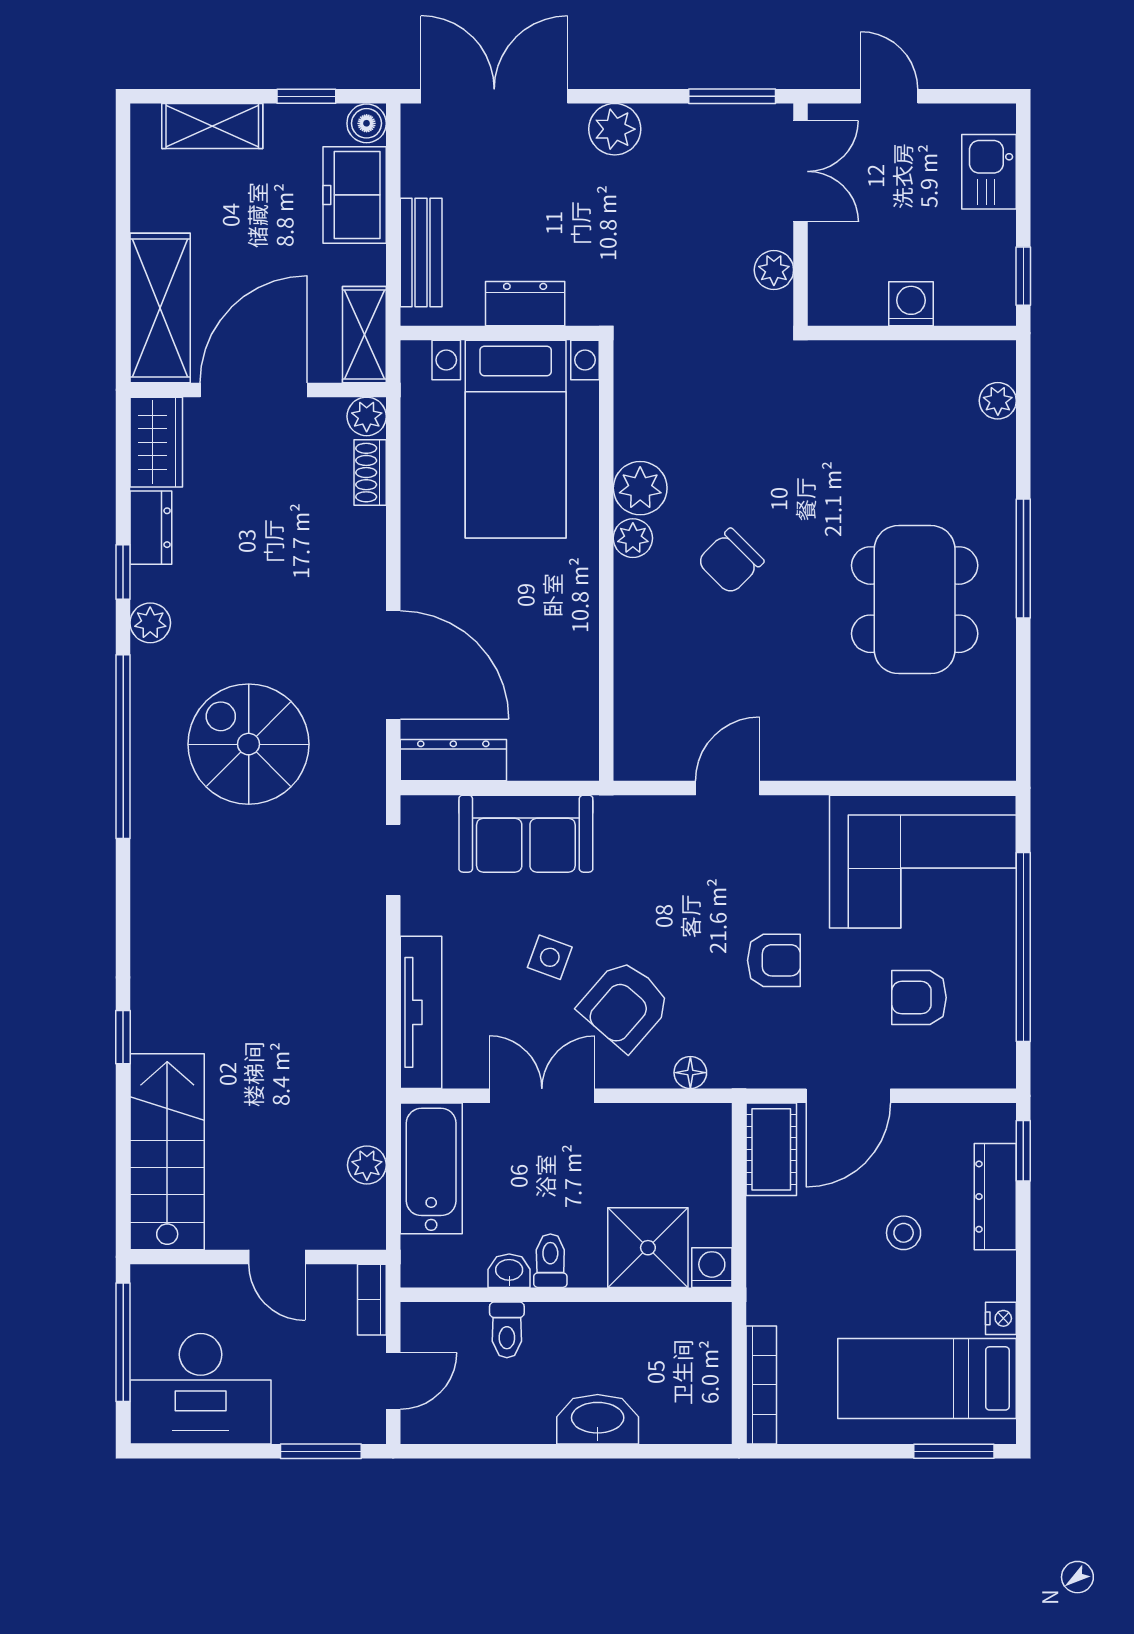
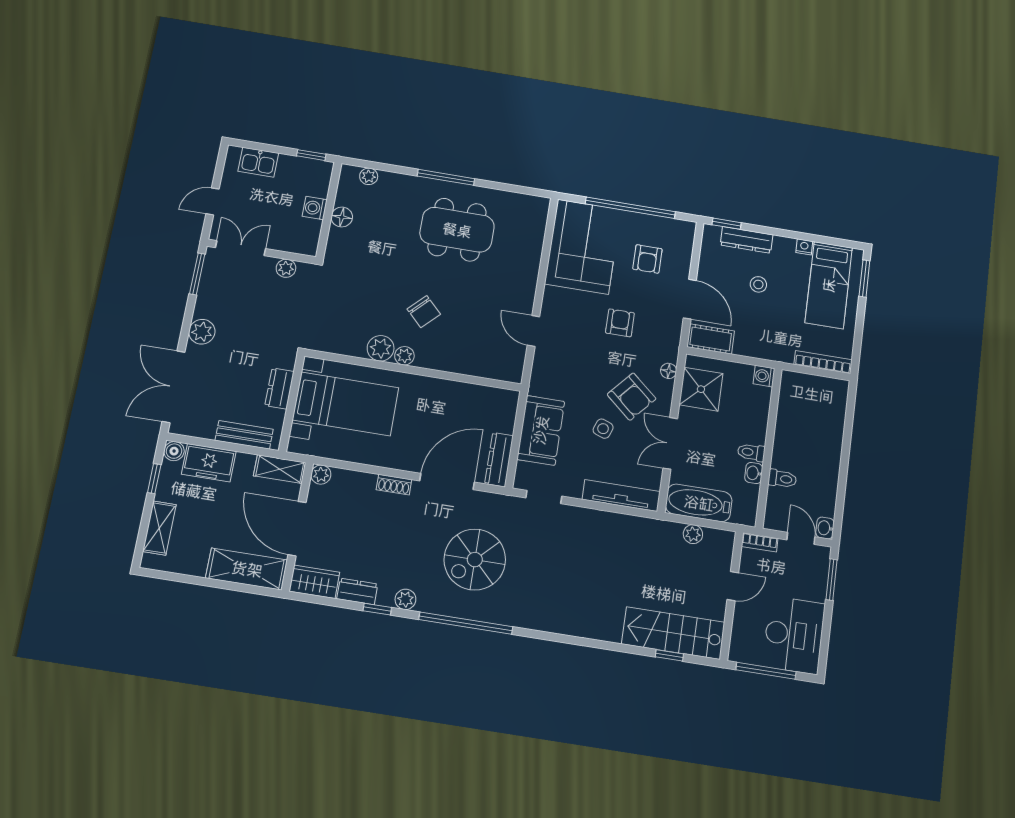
floor lamp: (901, 362) -> (342, 217), added
shoe rack: (370, 473) -> (394, 485), moved
window: (123, 1037) -> (669, 655), moved
shower: (648, 1248) -> (701, 389), moved
washbasin: (598, 1419) -> (825, 528), moved, width x0.52, depth x0.69

